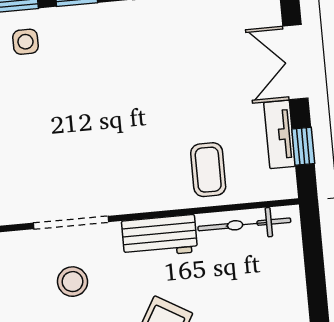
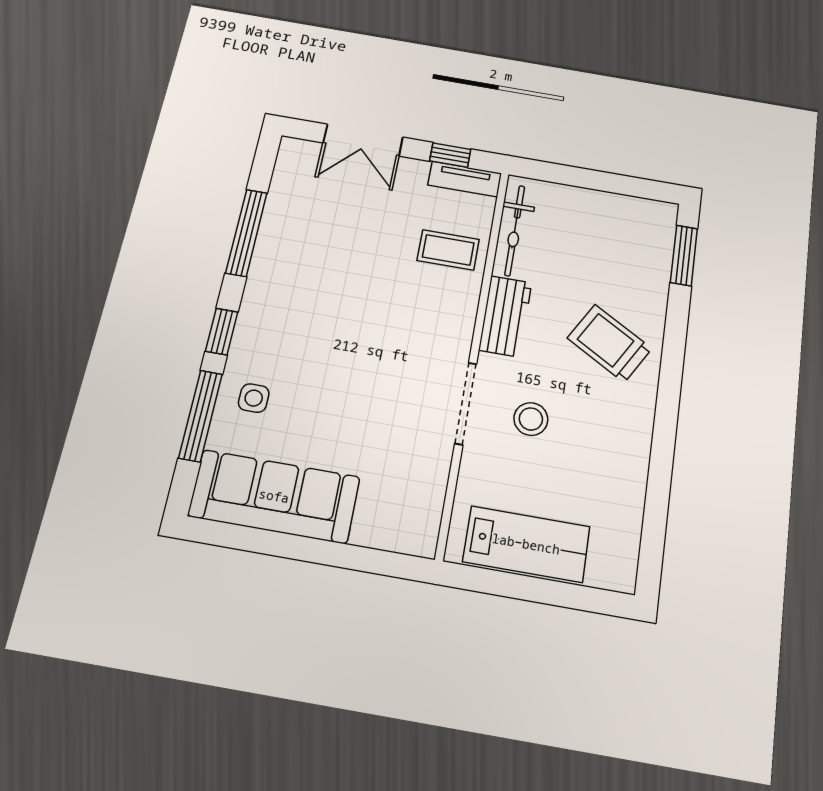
tv unit: (280, 134) -> (465, 179), moved

